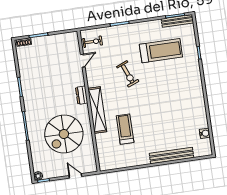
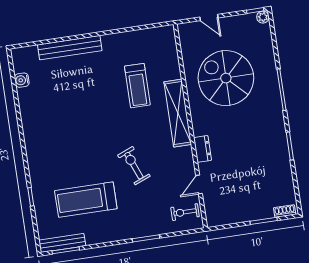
dresser: (82, 95) -> (203, 149), moved
spiral stairs: (64, 134) -> (226, 78), turned -90

